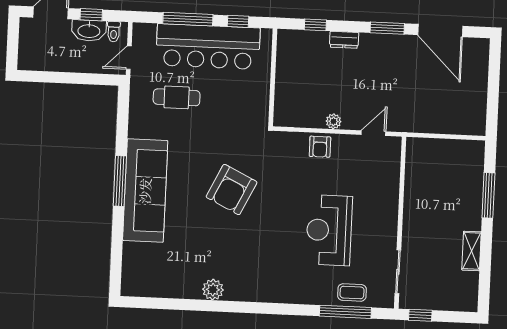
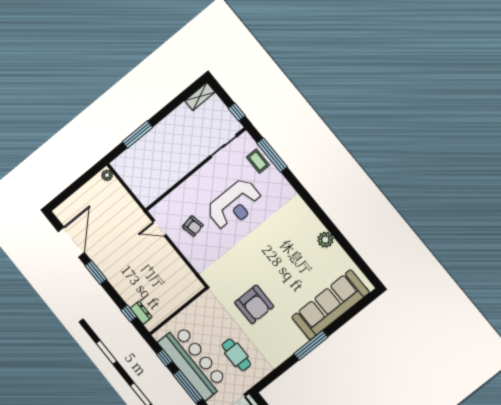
dresser: (344, 40) -> (141, 313), moved
plant: (333, 121) -> (107, 175), moved
armchair: (320, 147) -> (193, 226), moved, turned 79
armchair: (232, 190) -> (254, 304), moved, turned 64
sofa: (145, 191) -> (330, 305), moved
shelving: (472, 251) -> (200, 96), moved

